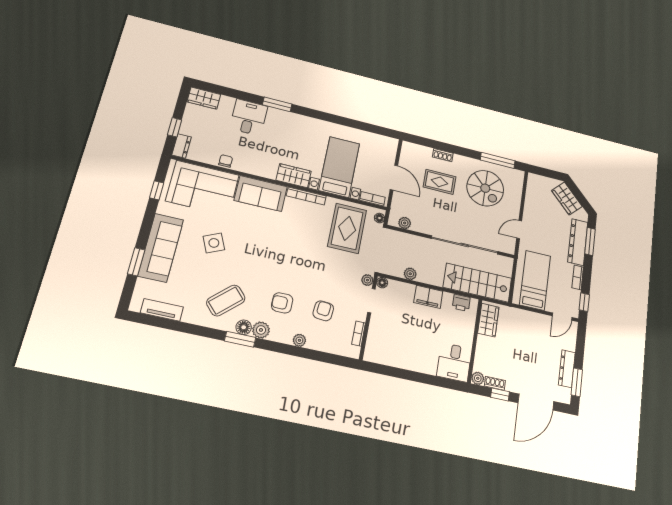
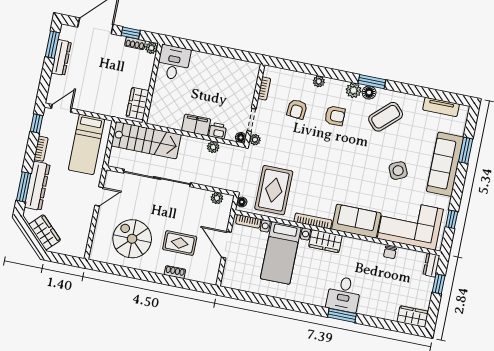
desk: (249, 117) -> (344, 294), moved
window: (498, 160) -> (117, 270), removed
printer: (461, 303) -> (218, 131), moved

